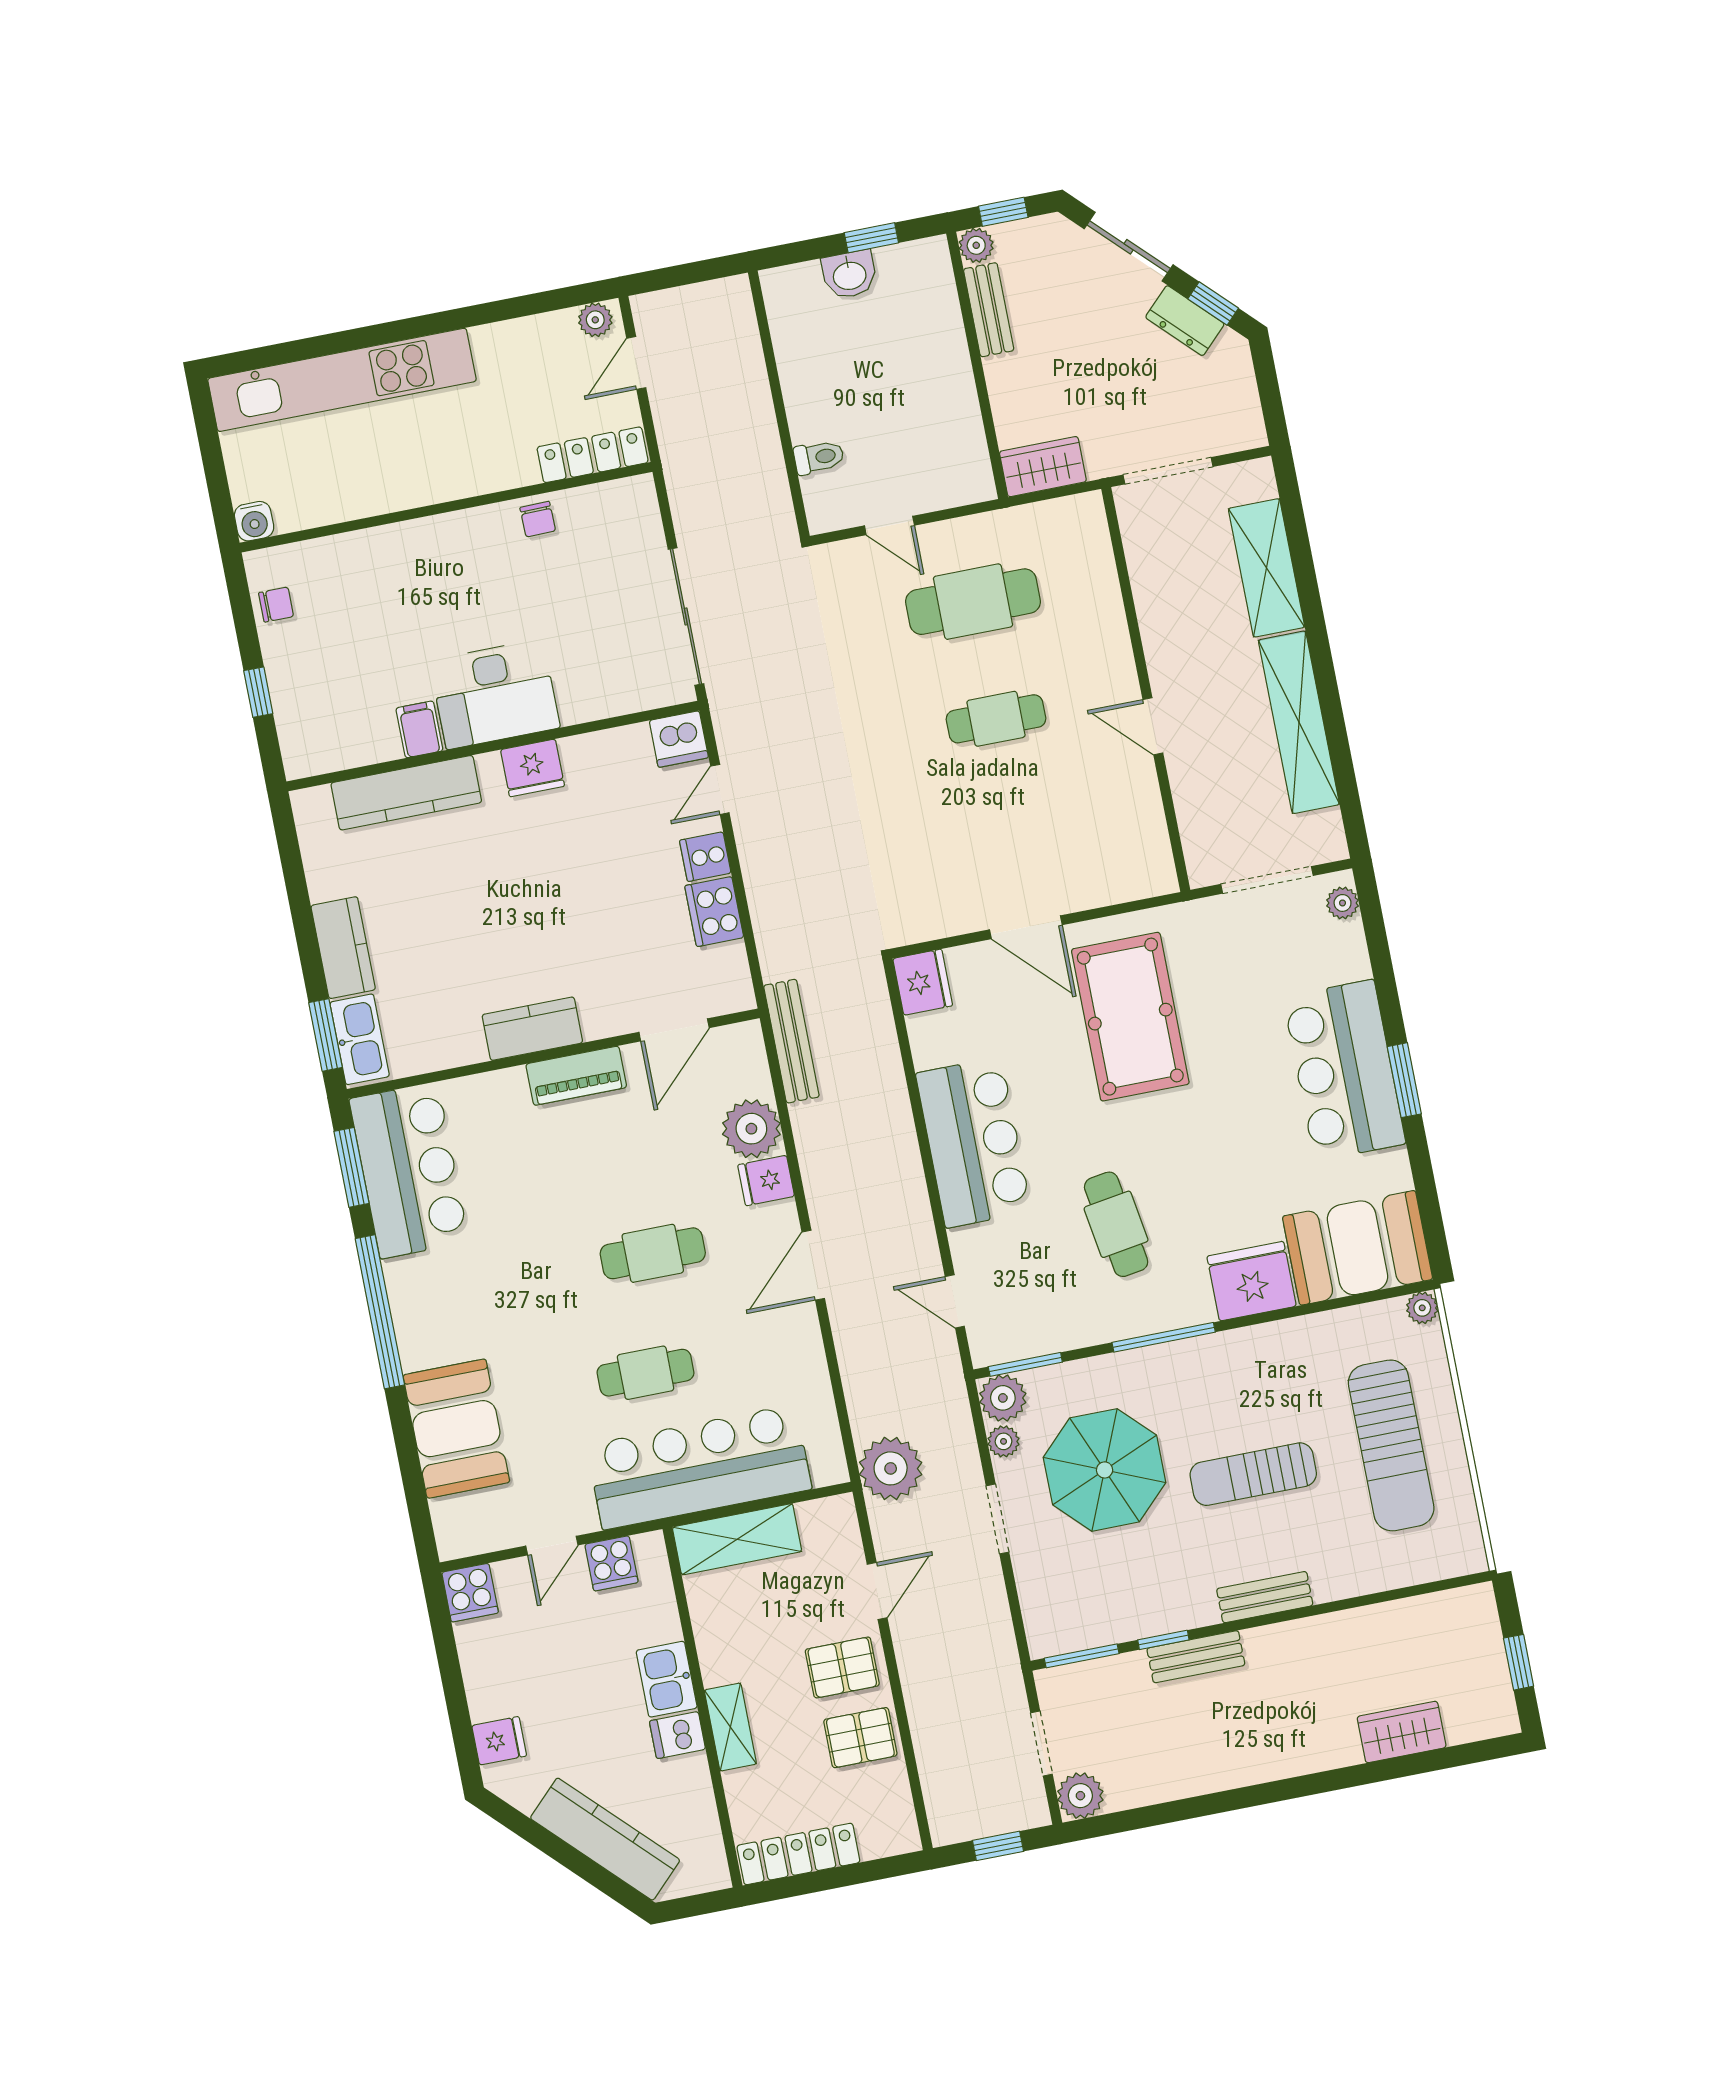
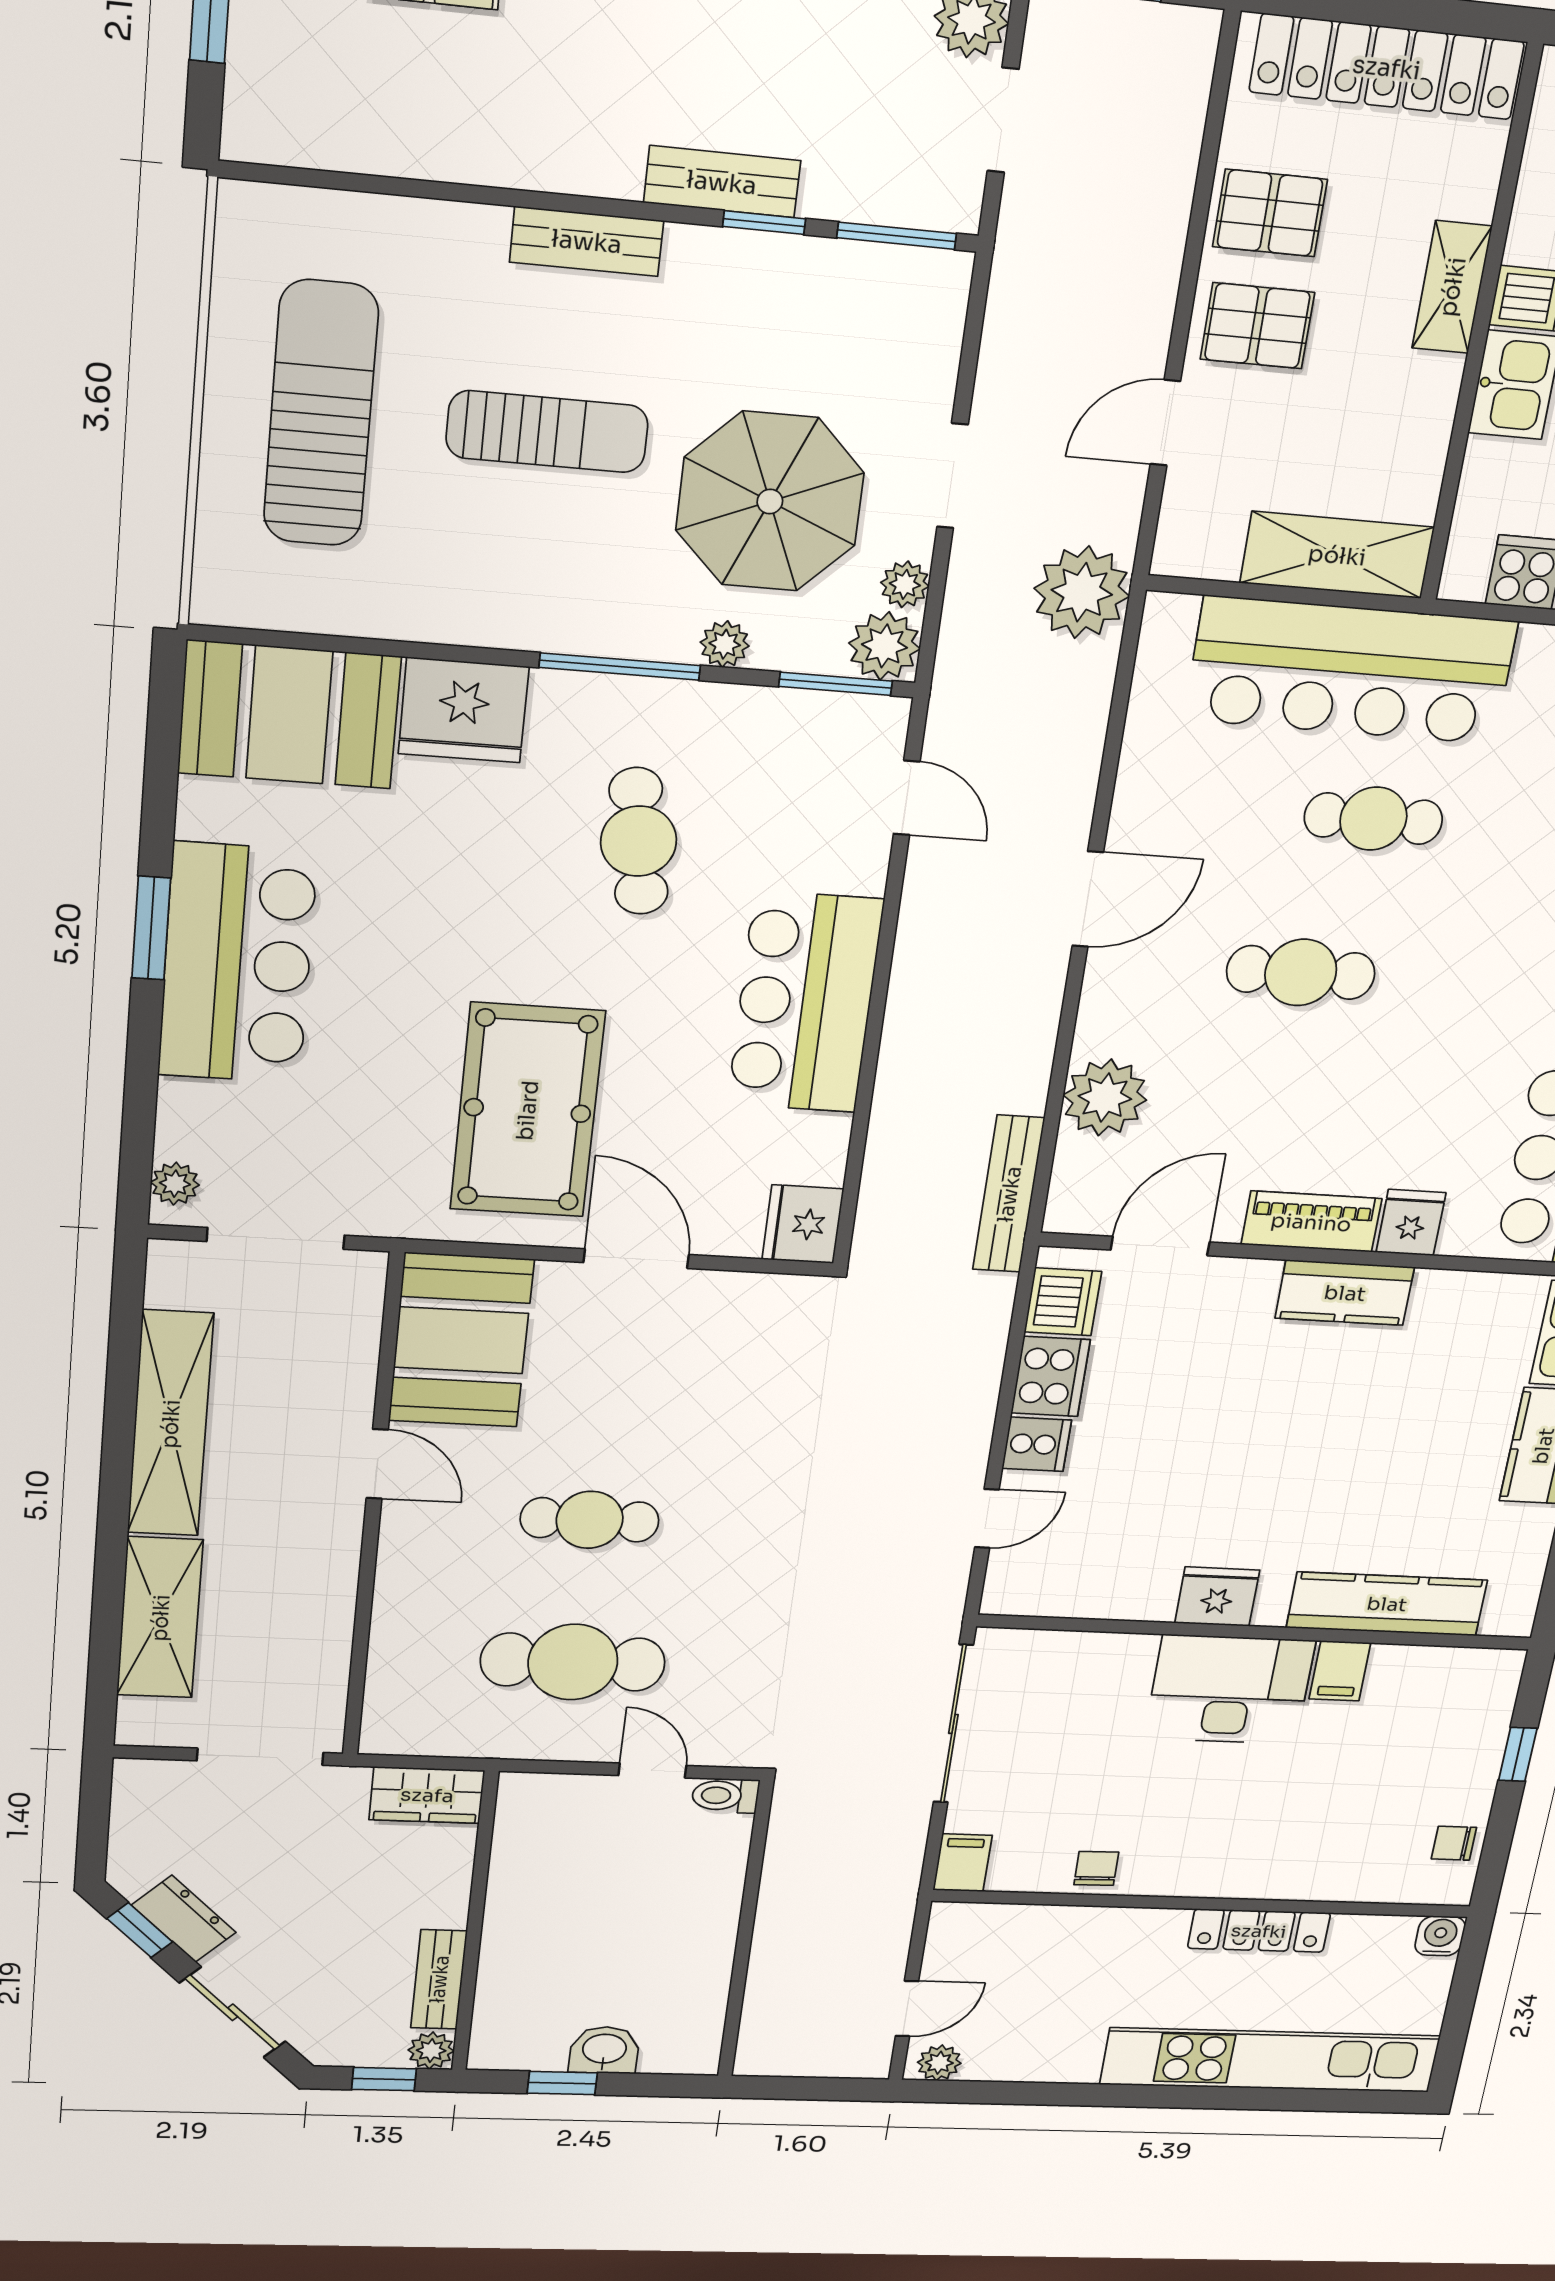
locker: (593, 455) -> (1259, 1931), moved
toilet: (819, 457) -> (725, 1796), moved
filing cabinet: (639, 501) -> (963, 1863), added
dishwasher: (679, 739) -> (1063, 1302), moved, turned 90
booth: (1124, 835) -> (461, 1340), added
fridge: (766, 1181) -> (1411, 1223), moved, turned -90
plant: (1422, 1308) -> (725, 644), moved
locker: (798, 1854) -> (1387, 67), width x1.41, depth x1.21

